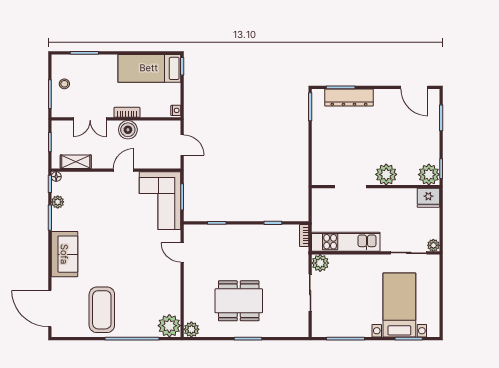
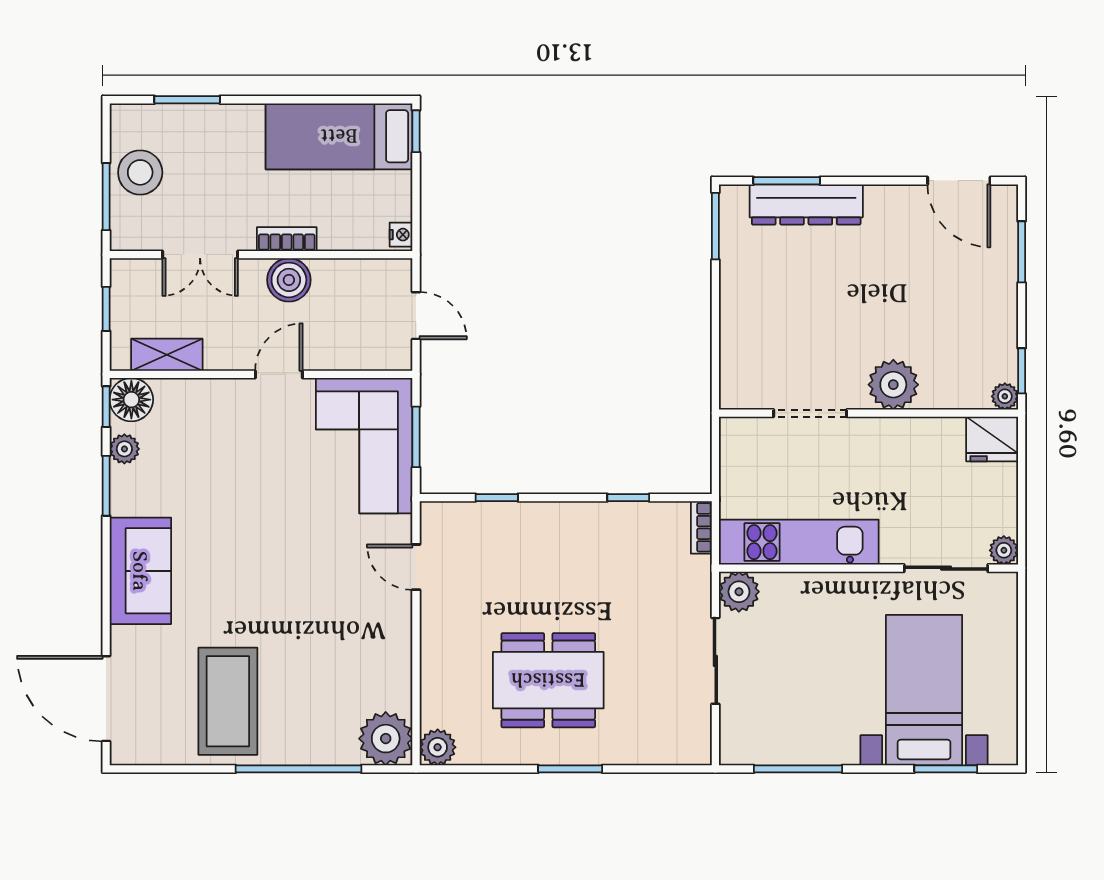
stool: (64, 84) -> (140, 172), width x1.89, depth x1.89
plant: (429, 175) -> (1005, 396), width x0.53, depth x0.53
floor lamp: (56, 177) -> (131, 400), width x1.89, depth x1.89

